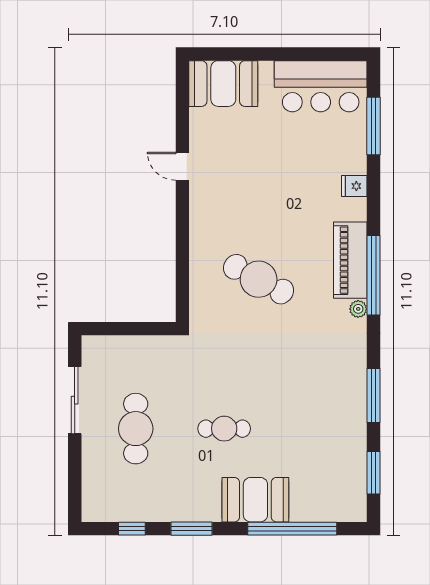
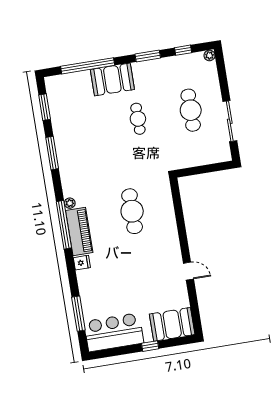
window: (265, 54) -> (150, 346), added
fridge: (354, 186) -> (82, 263), moved
cafe table: (259, 279) -> (132, 211), turned 62
cafe table: (224, 429) -> (138, 119), turned 90
plant: (90, 513) -> (209, 55), added

